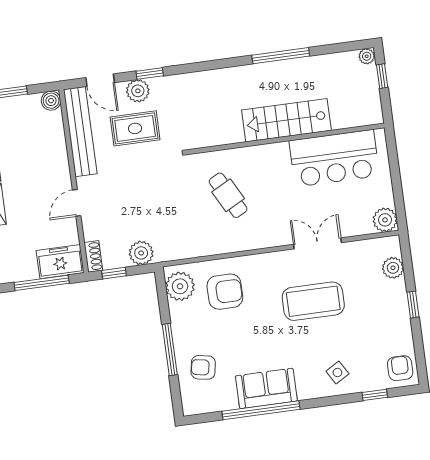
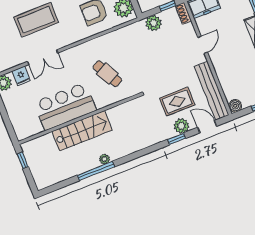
plant: (367, 56) -> (104, 159), moved
window: (382, 76) -> (23, 160), moved
bar counter: (334, 158) -> (65, 106), moved
fridge: (356, 224) -> (21, 76), added

